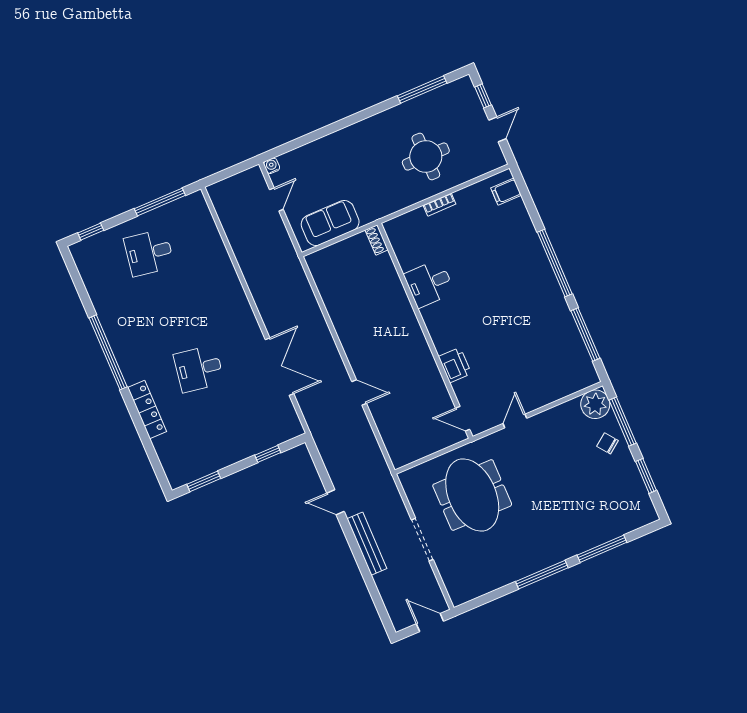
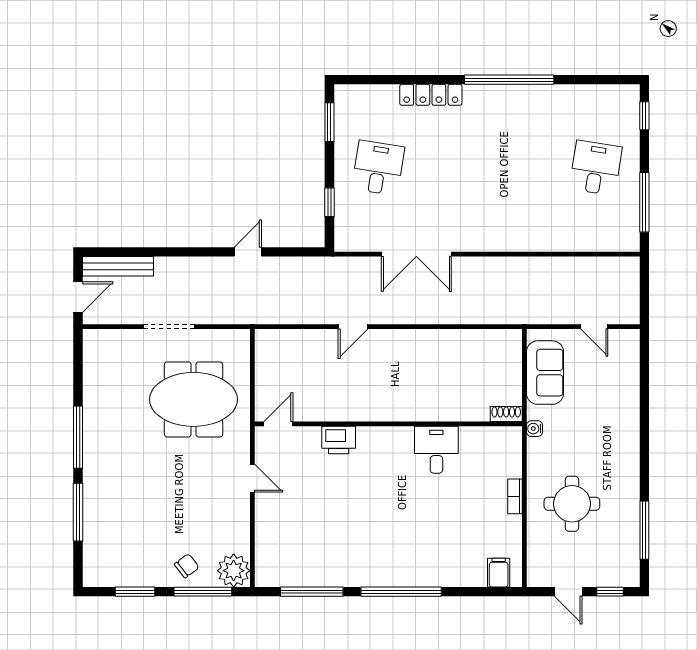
water cooler: (272, 166) -> (535, 429), moved, turned 180
desk: (199, 369) -> (378, 168), moved
bench: (367, 544) -> (118, 266), moved

